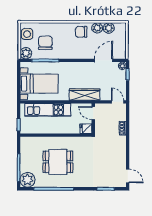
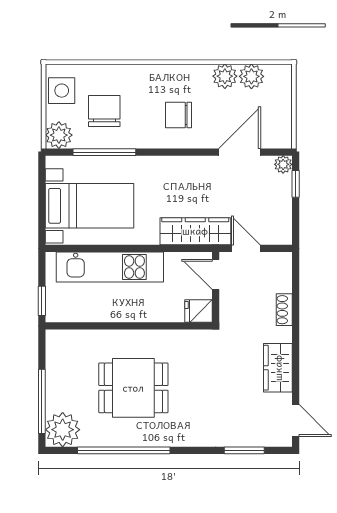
chair: (81, 32) -> (179, 115), moved
door: (118, 102) -> (246, 248), moved
wardrobe: (120, 153) -> (278, 368), added

